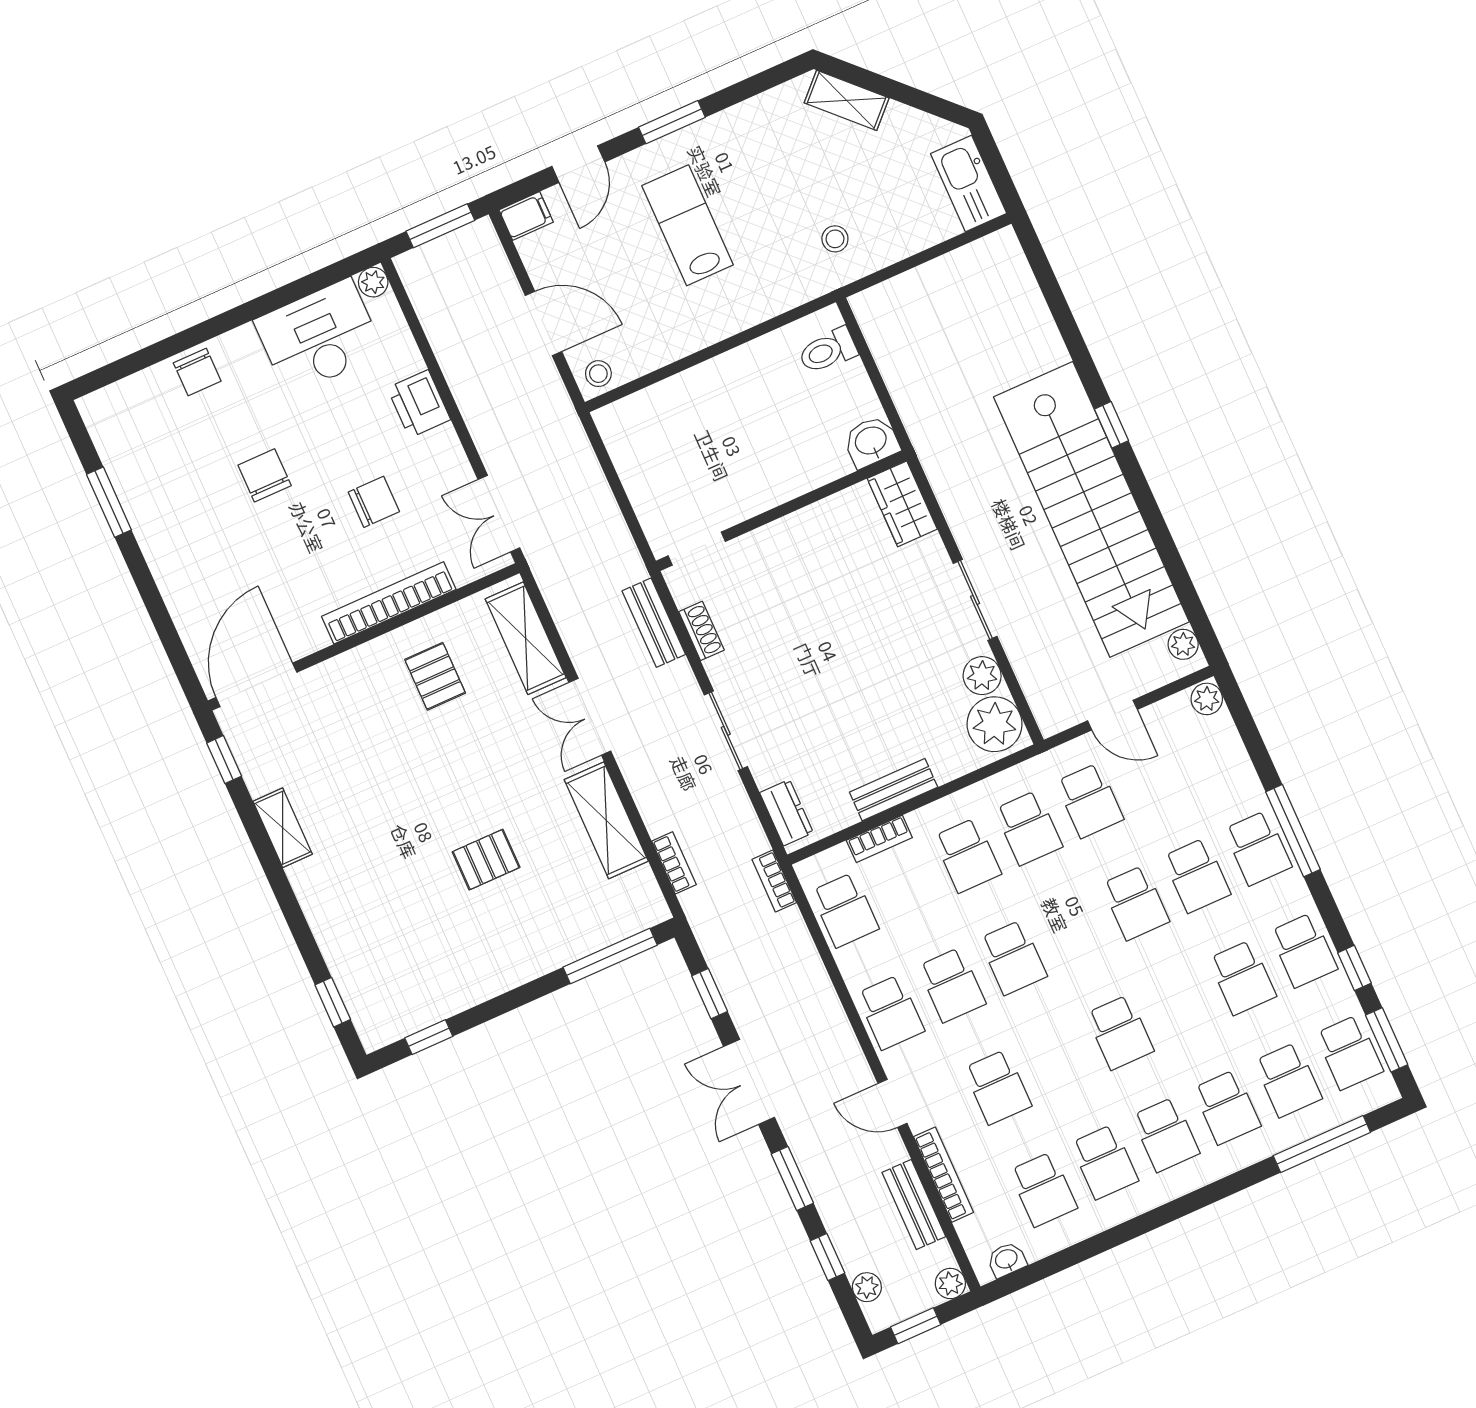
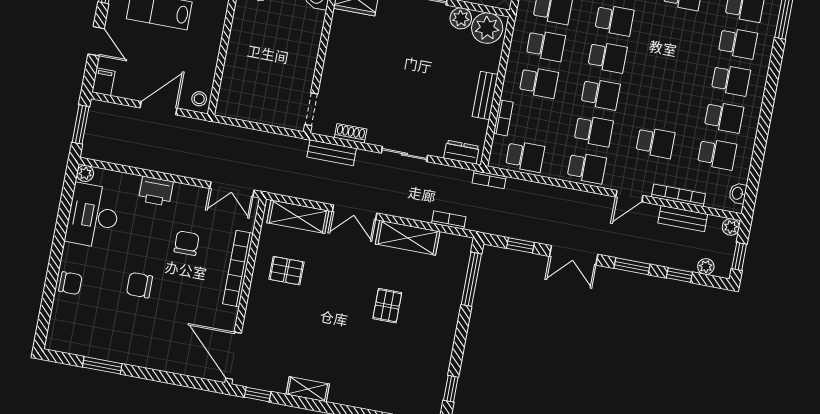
school desk: (1120, 1032) -> (607, 57), moved

